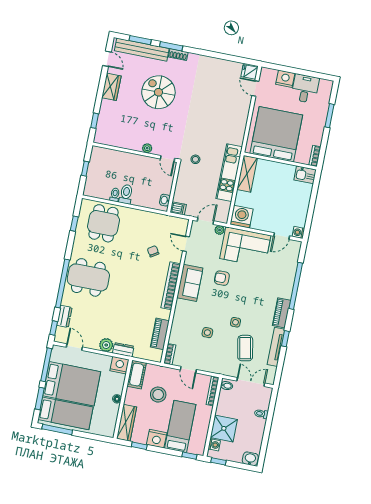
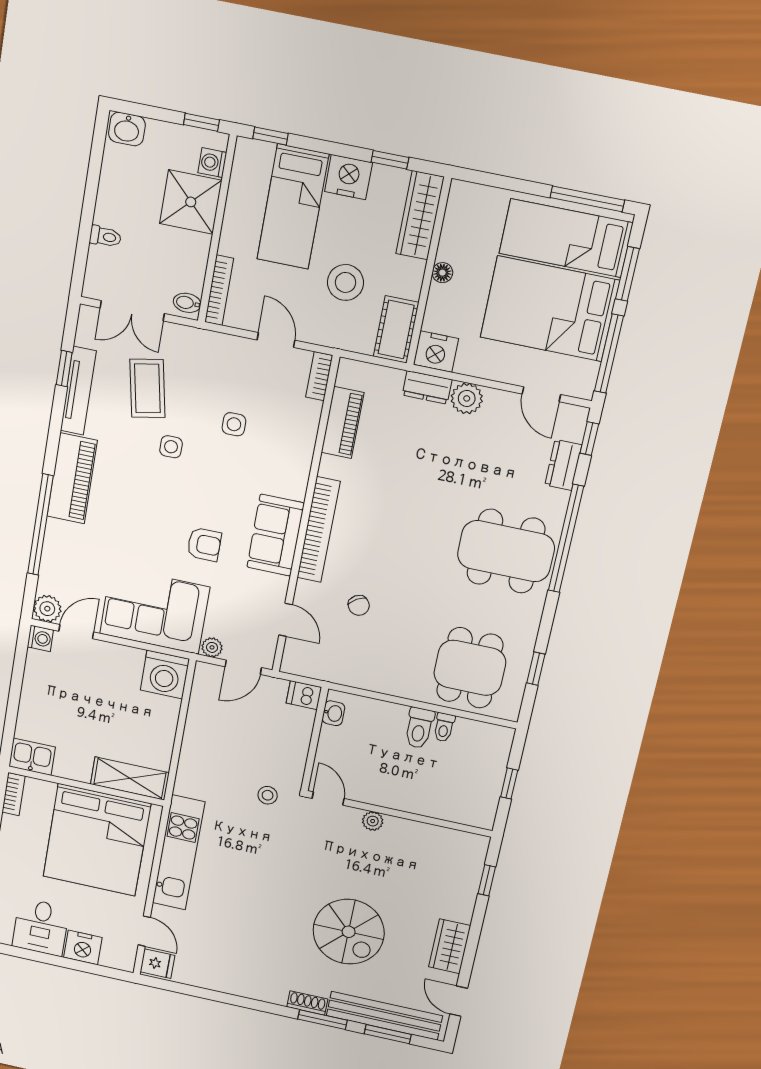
kitchen unit: (229, 173) -> (179, 853), moved
shelving: (247, 174) -> (130, 778), moved, turned 90
plant: (295, 247) -> (47, 609), added
piano: (281, 313) -> (72, 478), width x1.37, depth x1.33
window: (285, 339) -> (64, 368), moved

